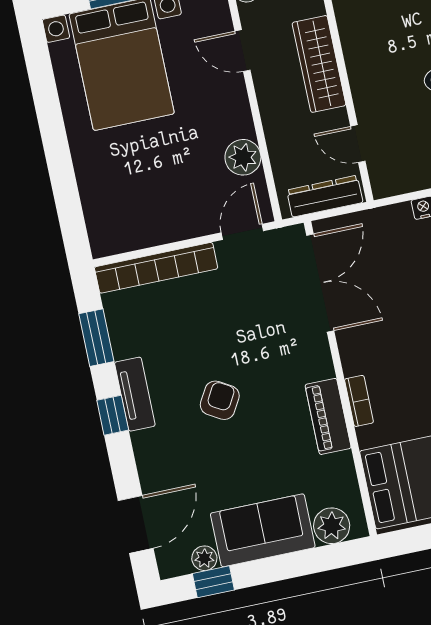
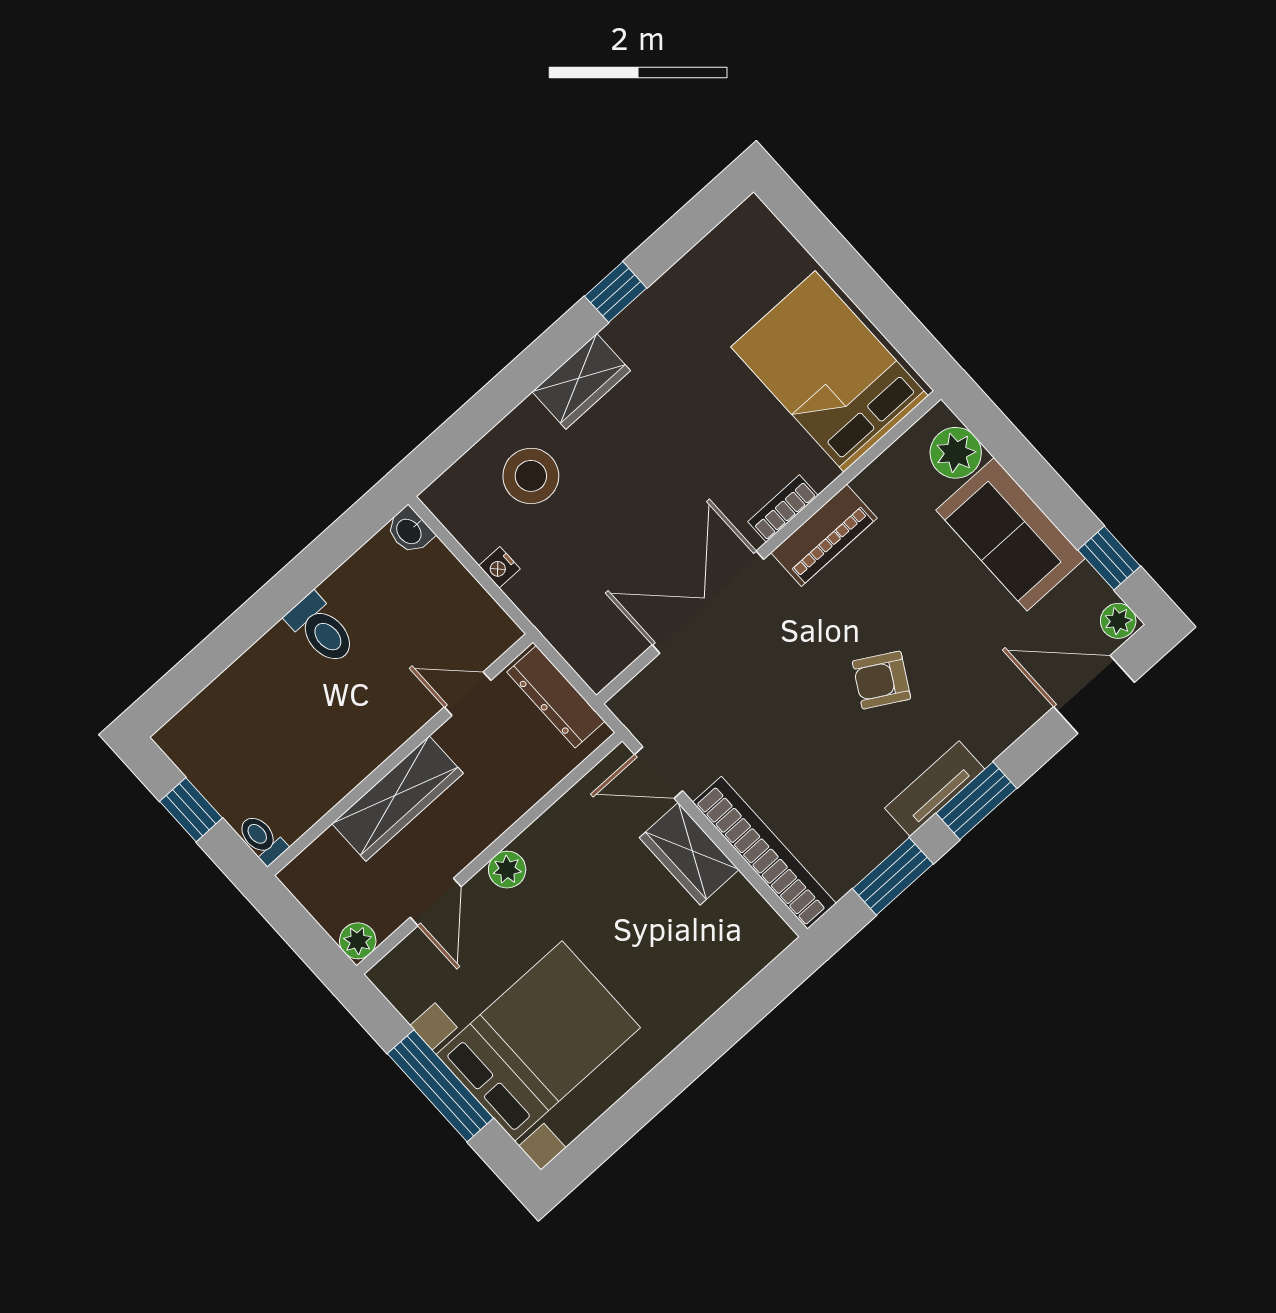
door: (358, 144) -> (468, 694), swing flipped
plant: (243, 157) -> (507, 870), moved, width x0.73, depth x0.73
wardrobe: (182, 222) -> (689, 854), added
double door: (320, 283) -> (708, 602), moved
window: (113, 415) -> (976, 801), width x1.50
plant: (204, 558) -> (1118, 621), moved

